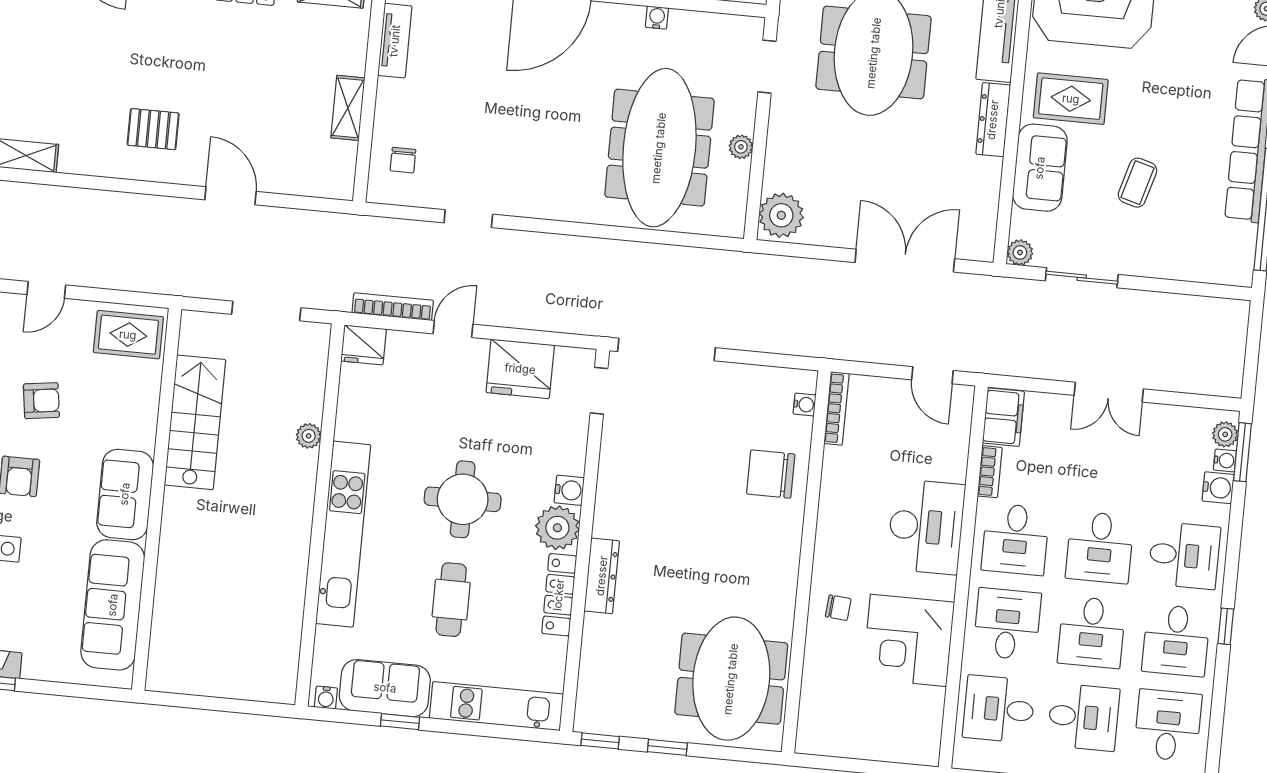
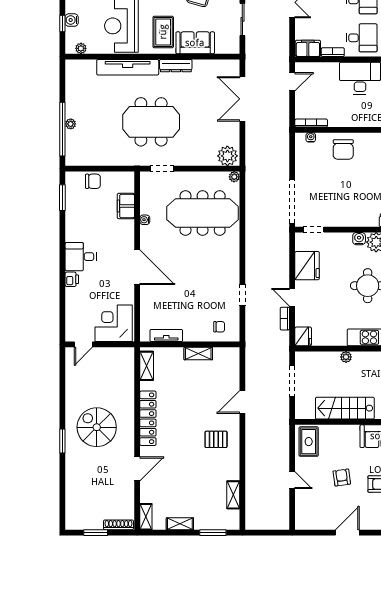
pallet: (153, 129) -> (216, 439), turned 90
plant: (741, 147) -> (234, 177), moved
plant: (1020, 252) -> (234, 48), removed
bookcase: (393, 307) -> (285, 319), width x0.64

